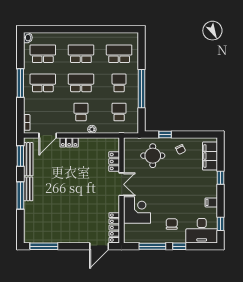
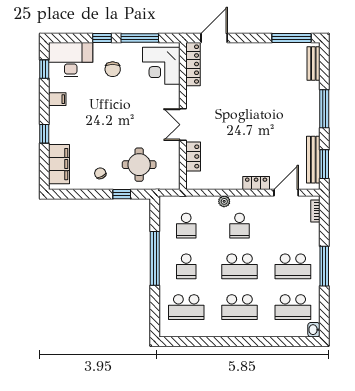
bench: (28, 189) -> (313, 63), moved
corner desk: (137, 210) -> (161, 66), moved

